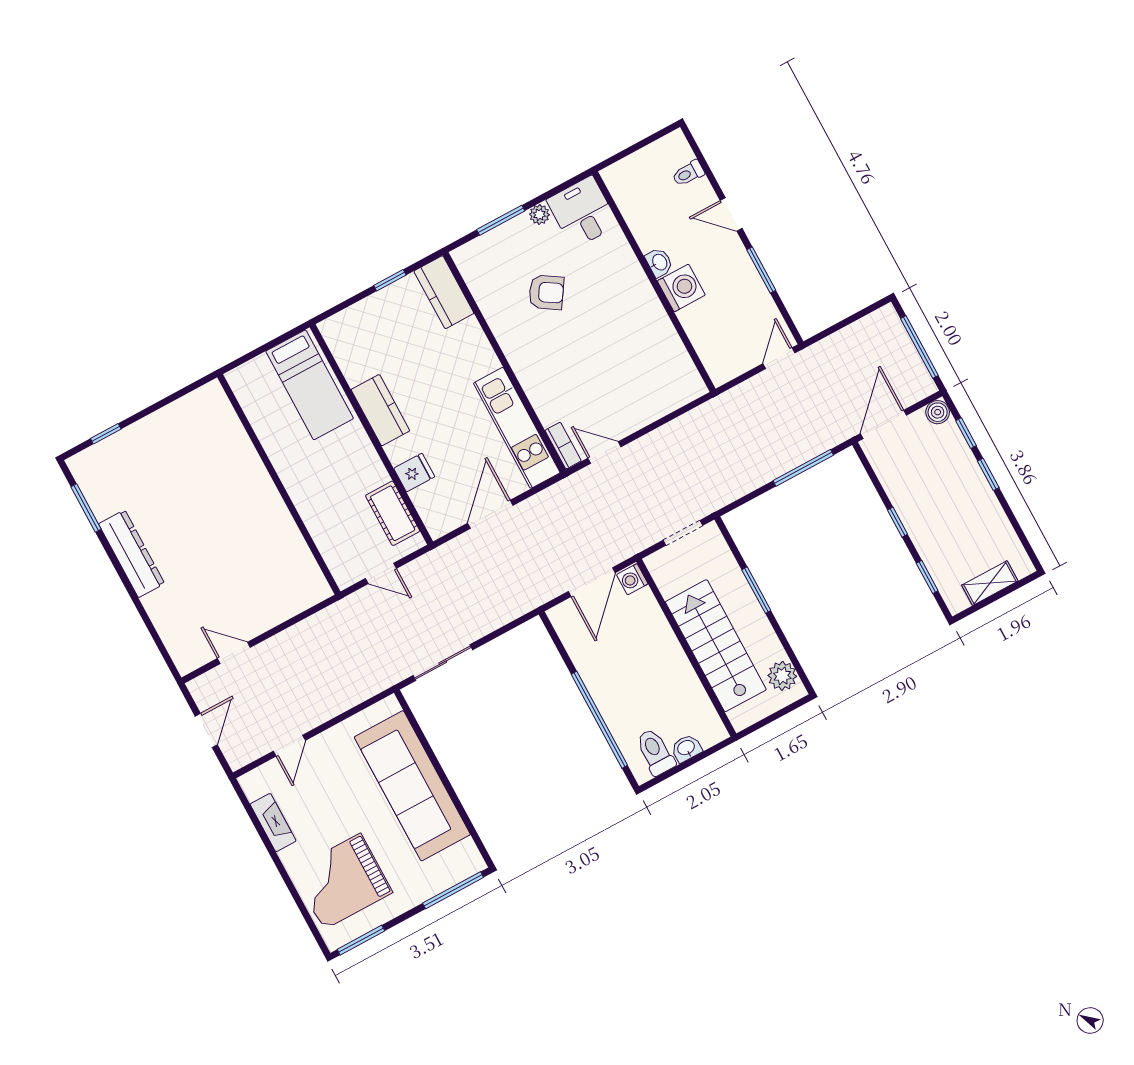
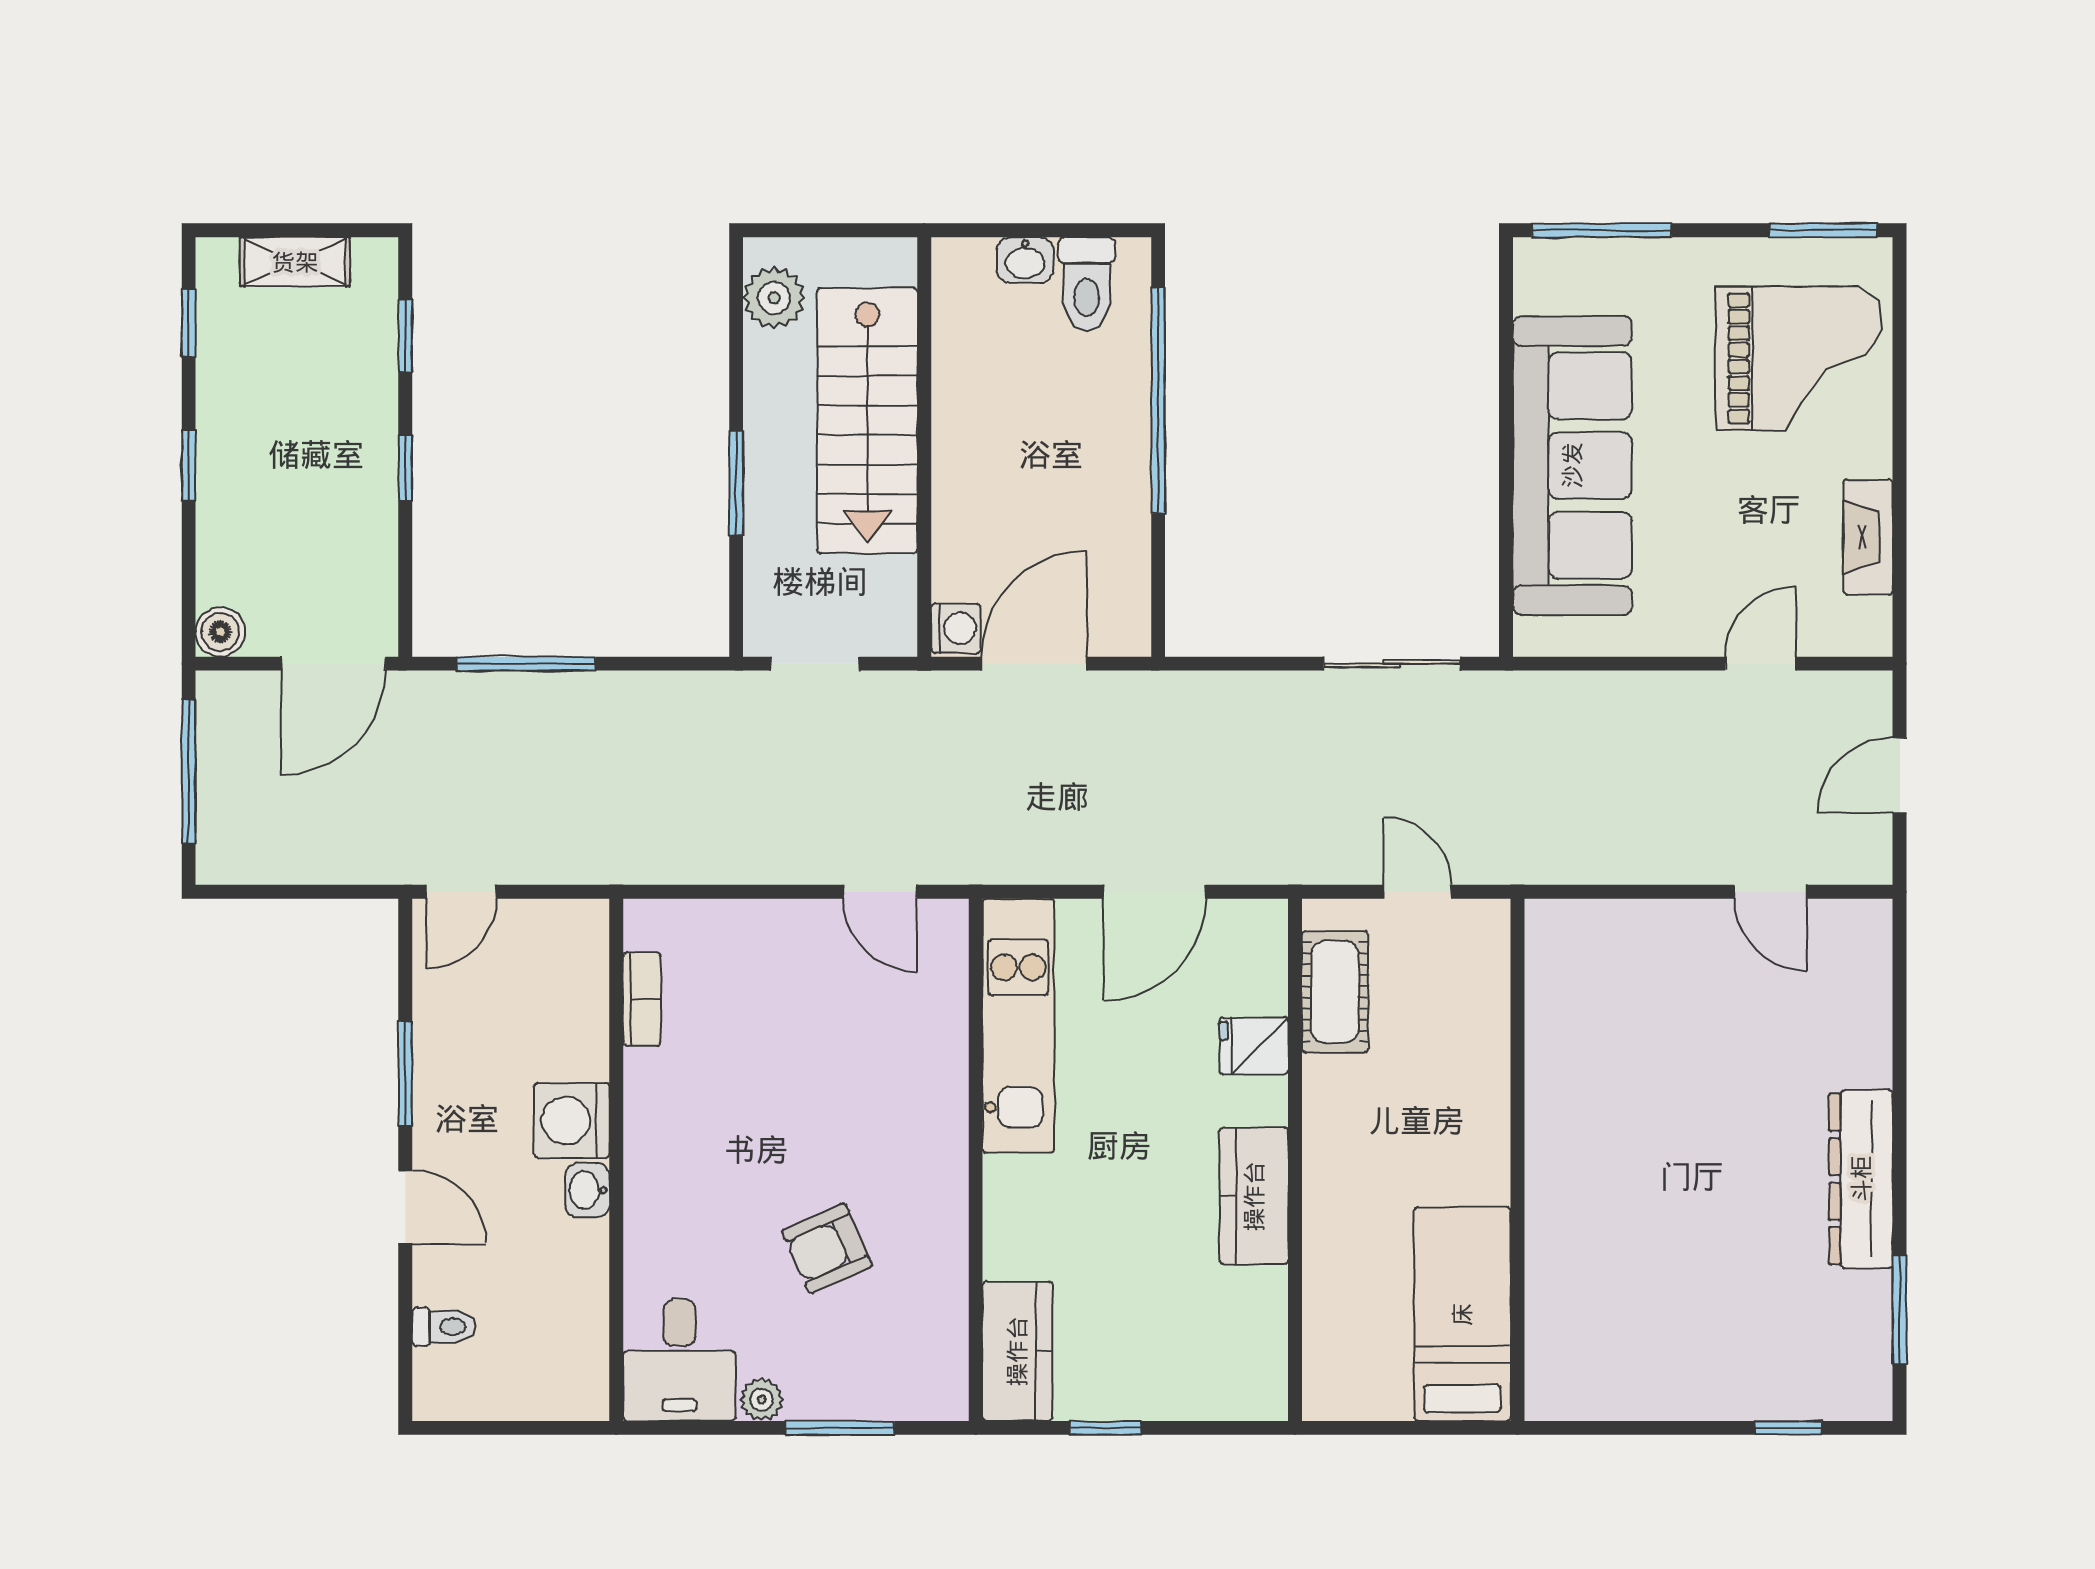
armchair: (546, 292) -> (827, 1248), turned -57
bed: (310, 385) -> (1462, 1314), moved
window: (966, 433) -> (189, 323), moved
bookcase: (563, 446) -> (642, 999), moved, turned 180

